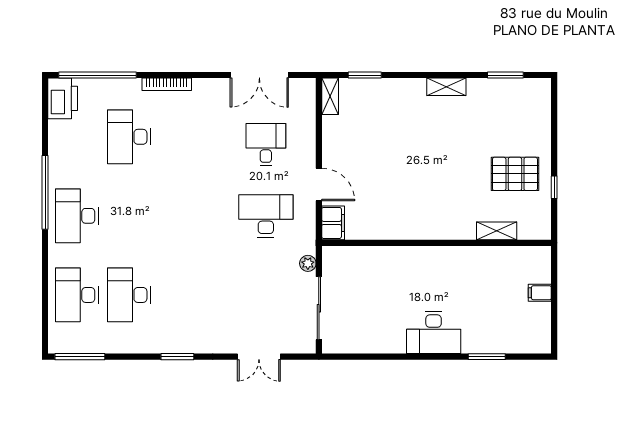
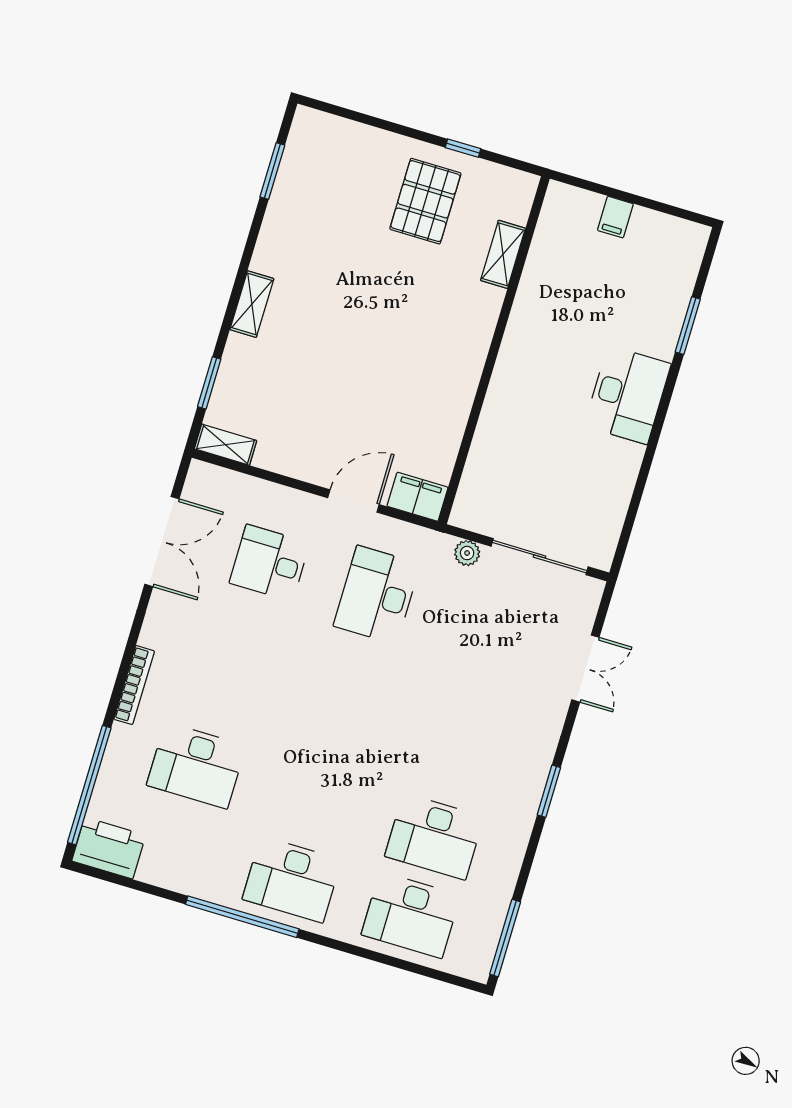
shelving: (446, 87) -> (252, 304), moved

